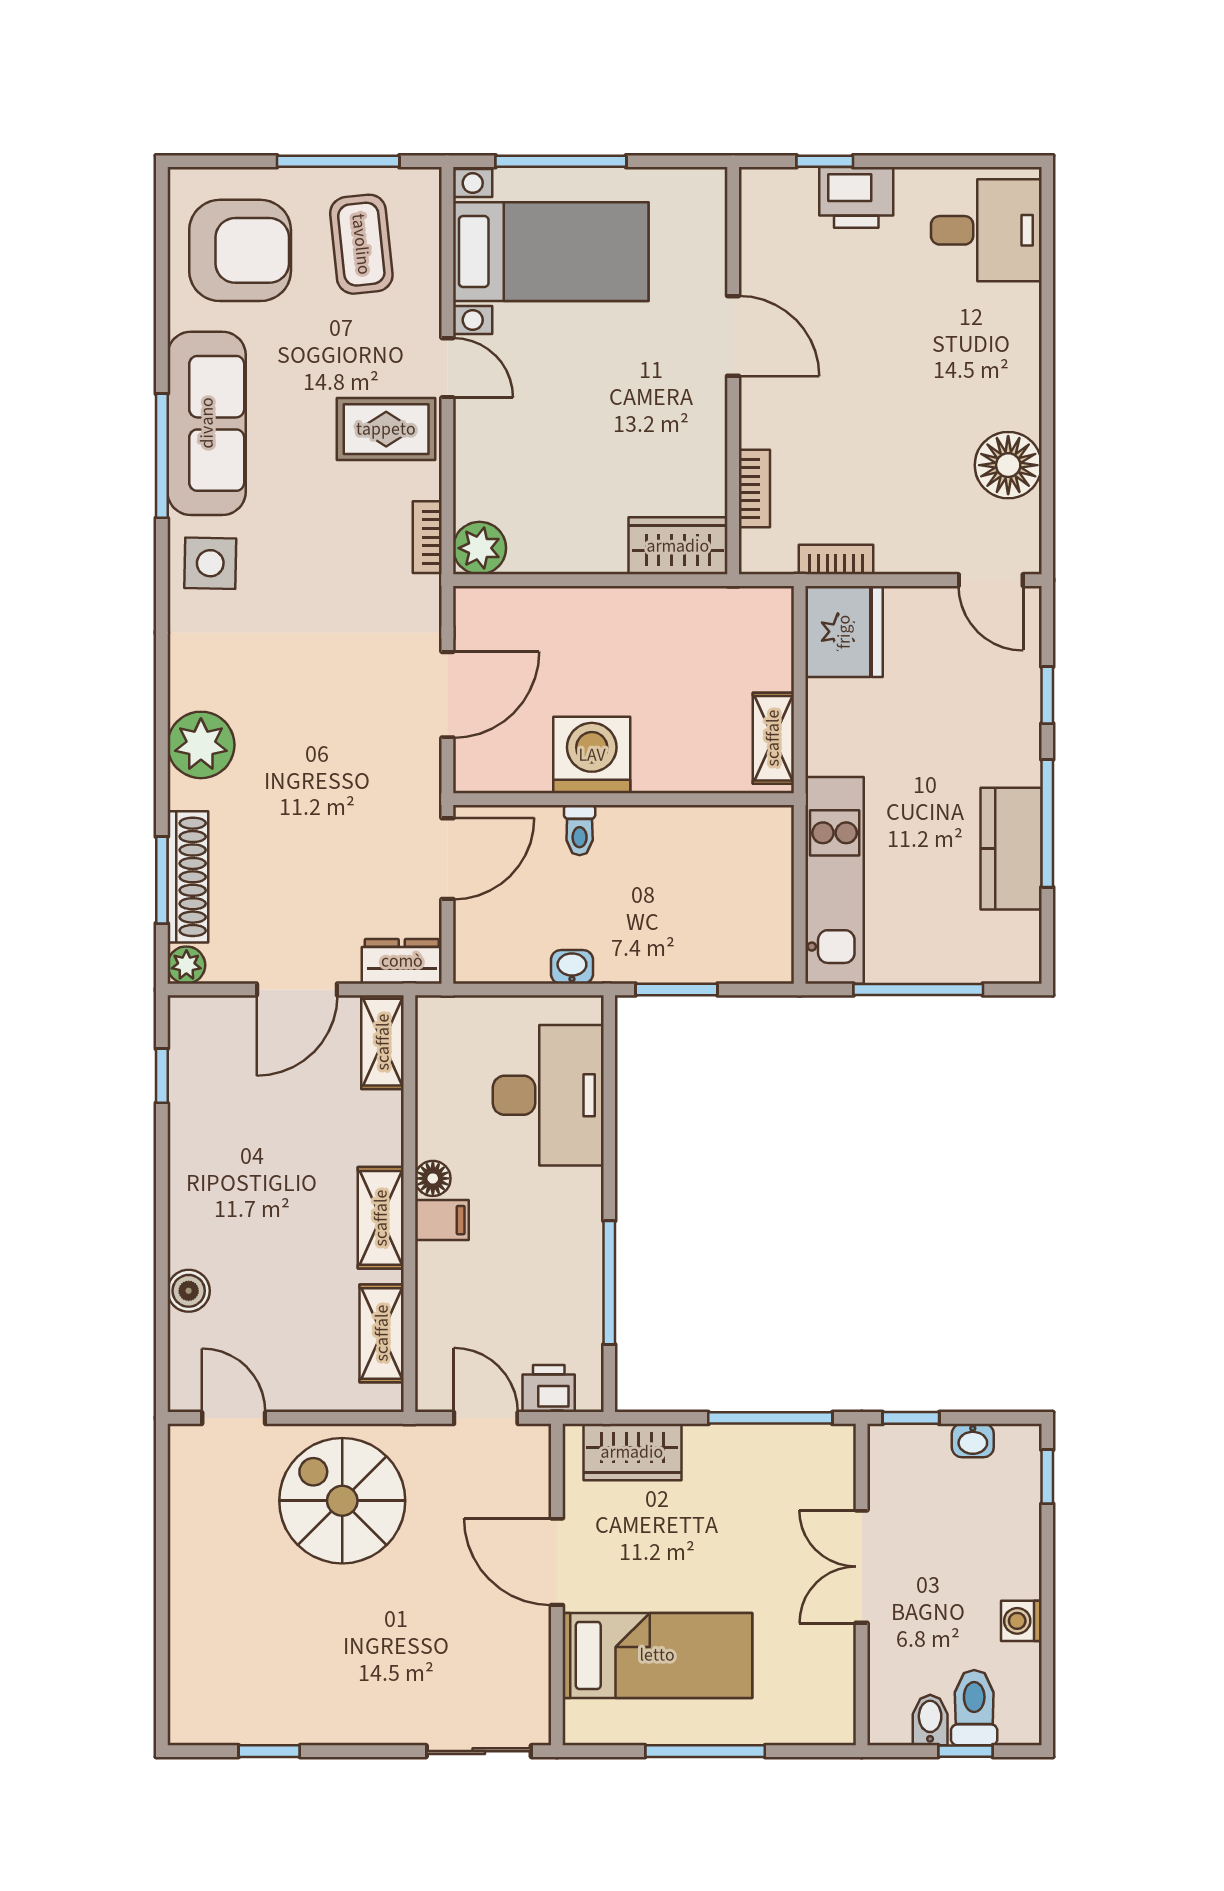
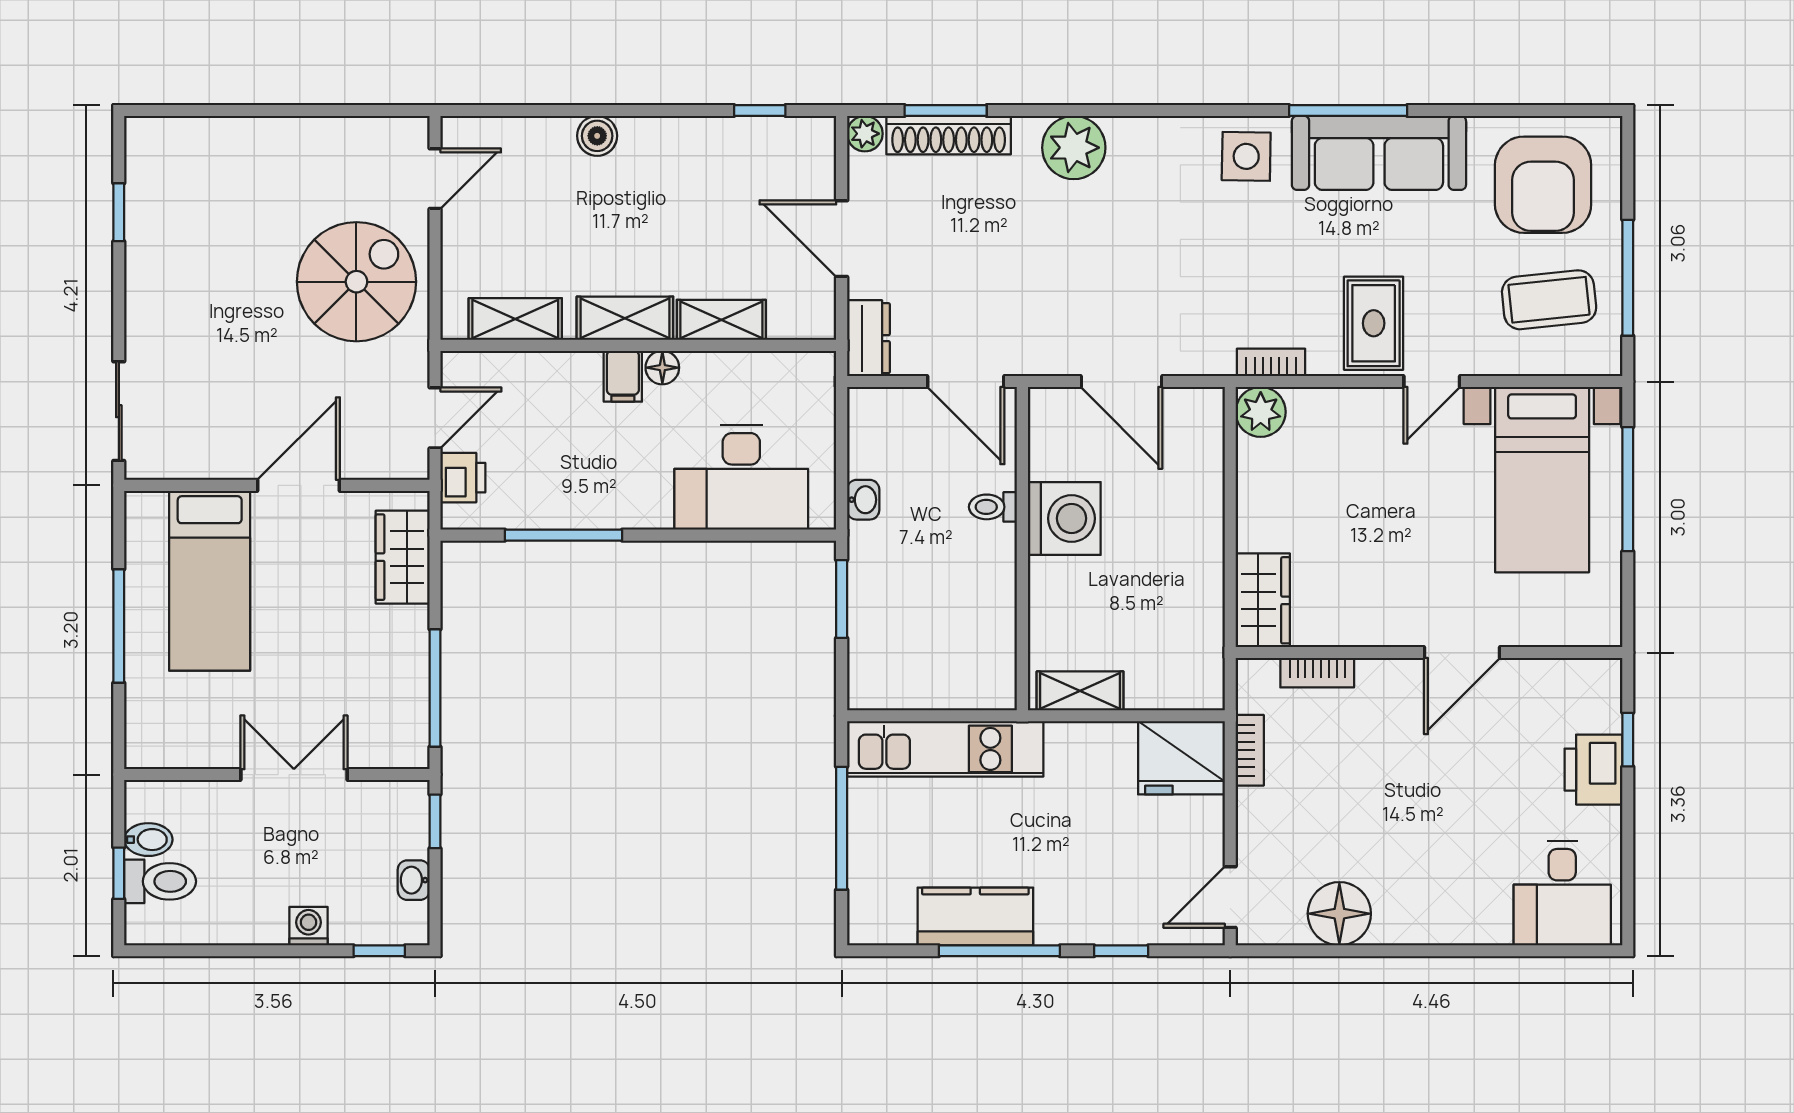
shelving: (383, 1042) -> (721, 320), moved
boiler: (189, 1291) -> (597, 136), moved
washing machine: (1021, 1621) -> (309, 926), moved

